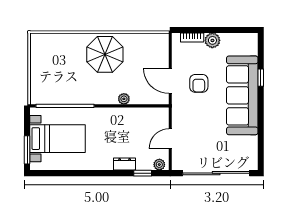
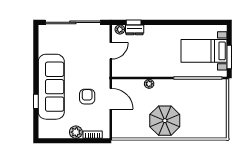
window: (27, 150) -> (229, 57), moved
dresser: (125, 164) -> (135, 30), moved

